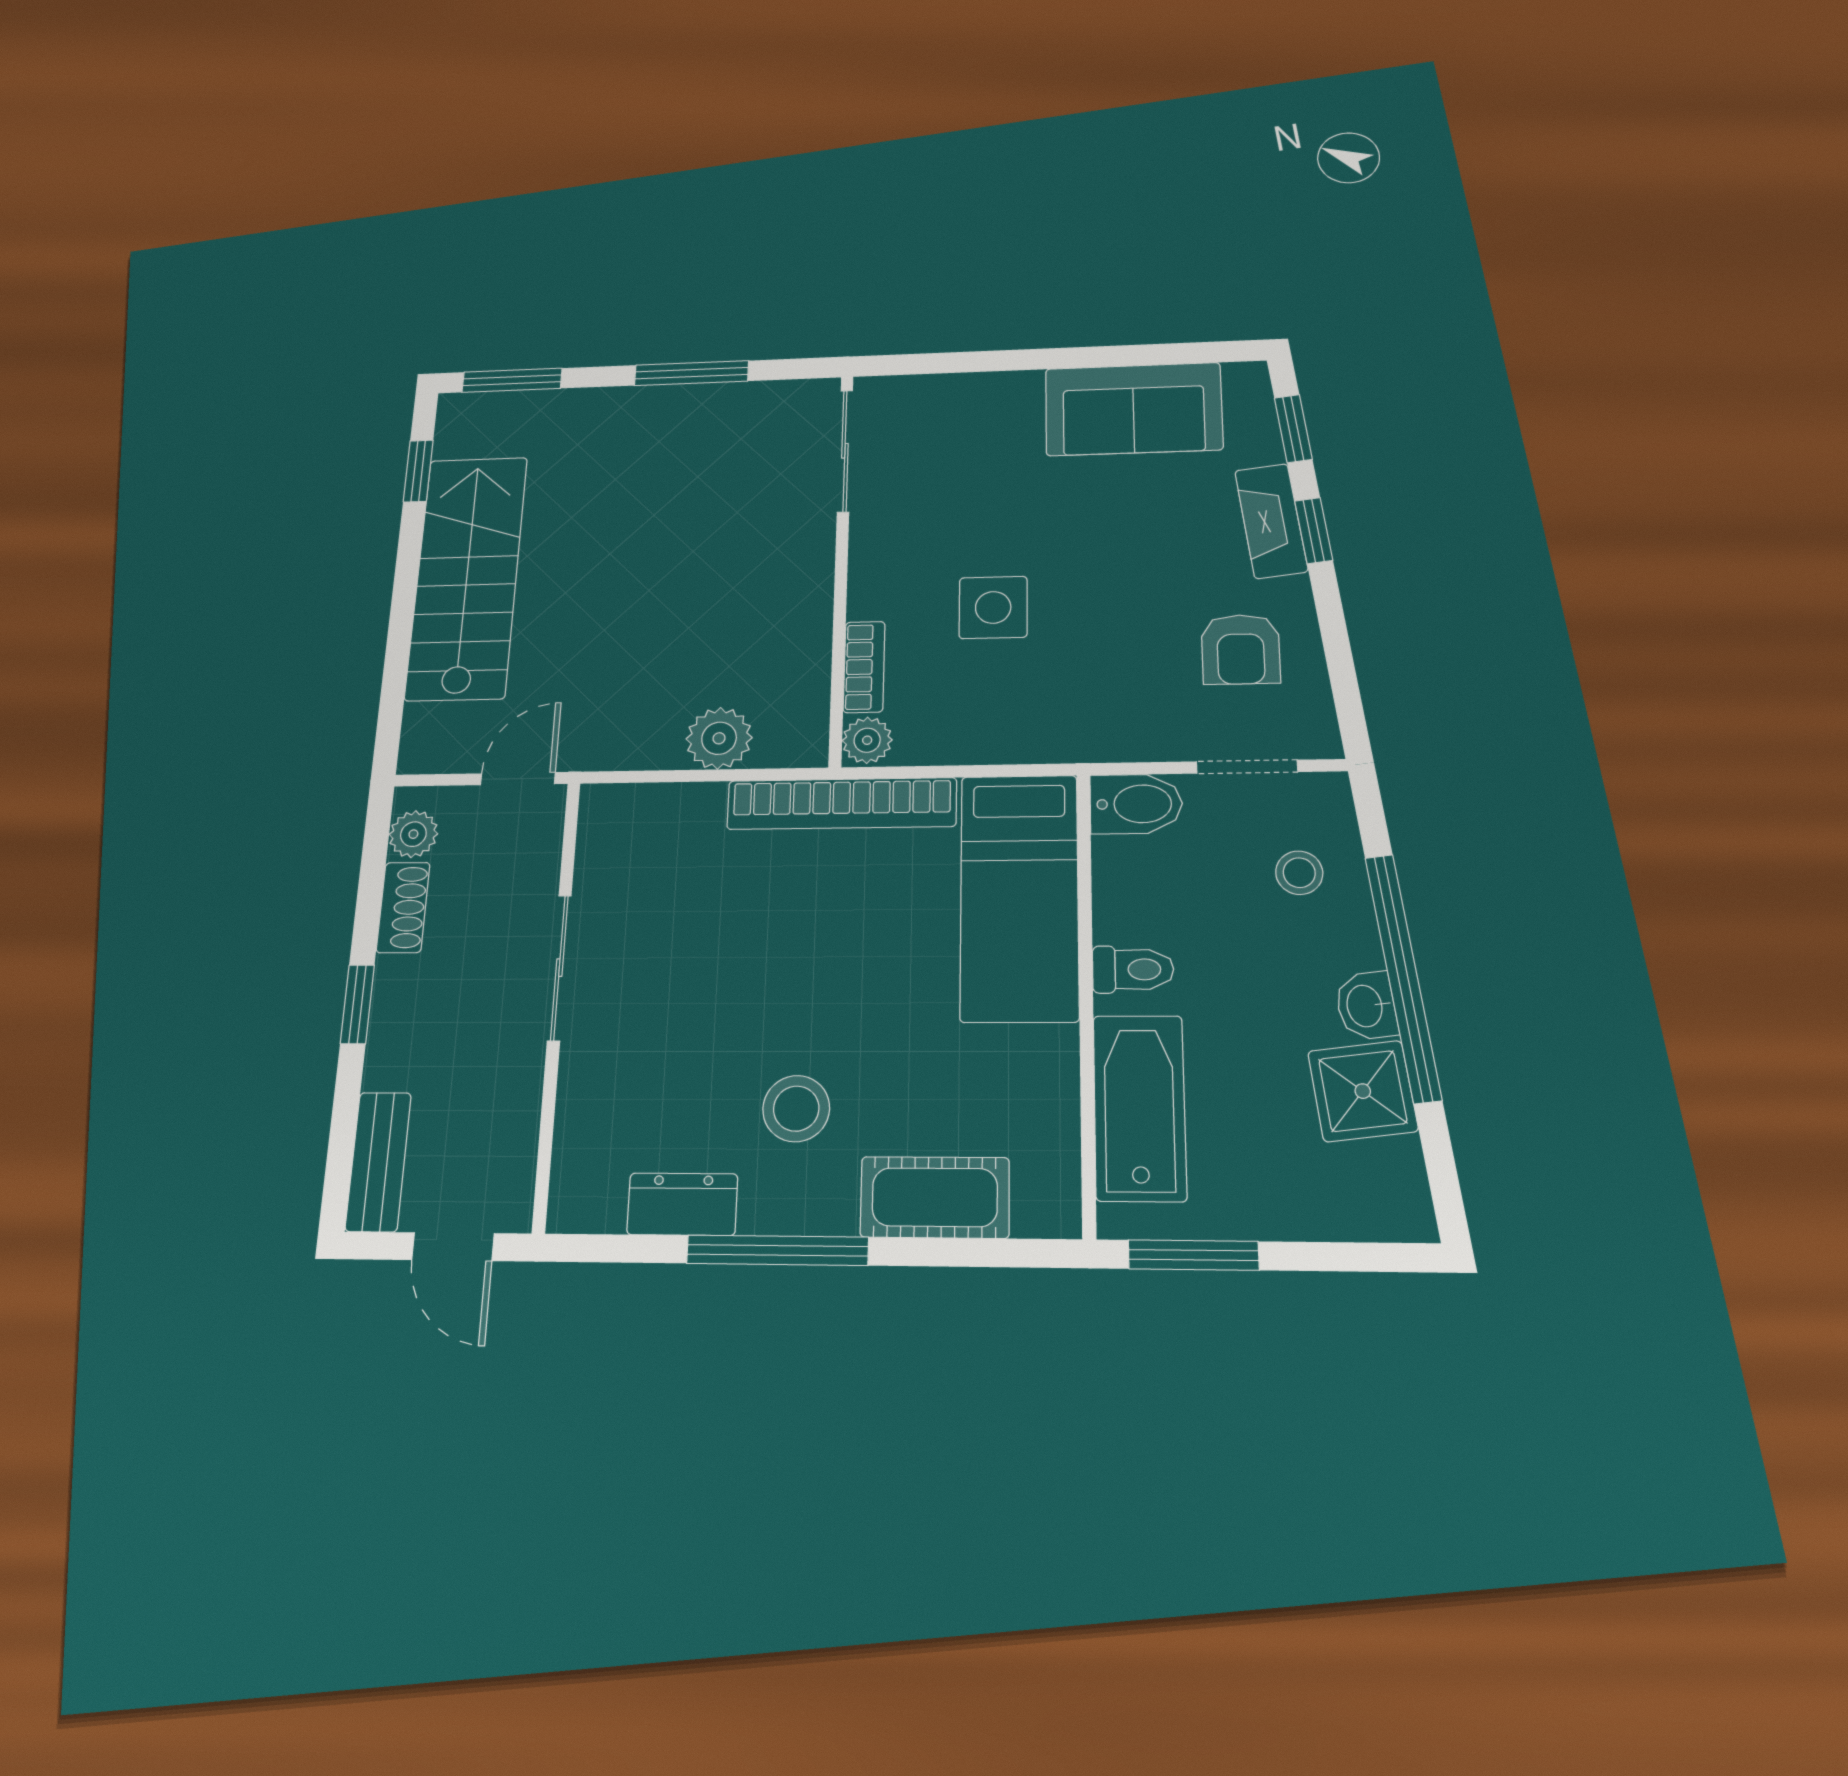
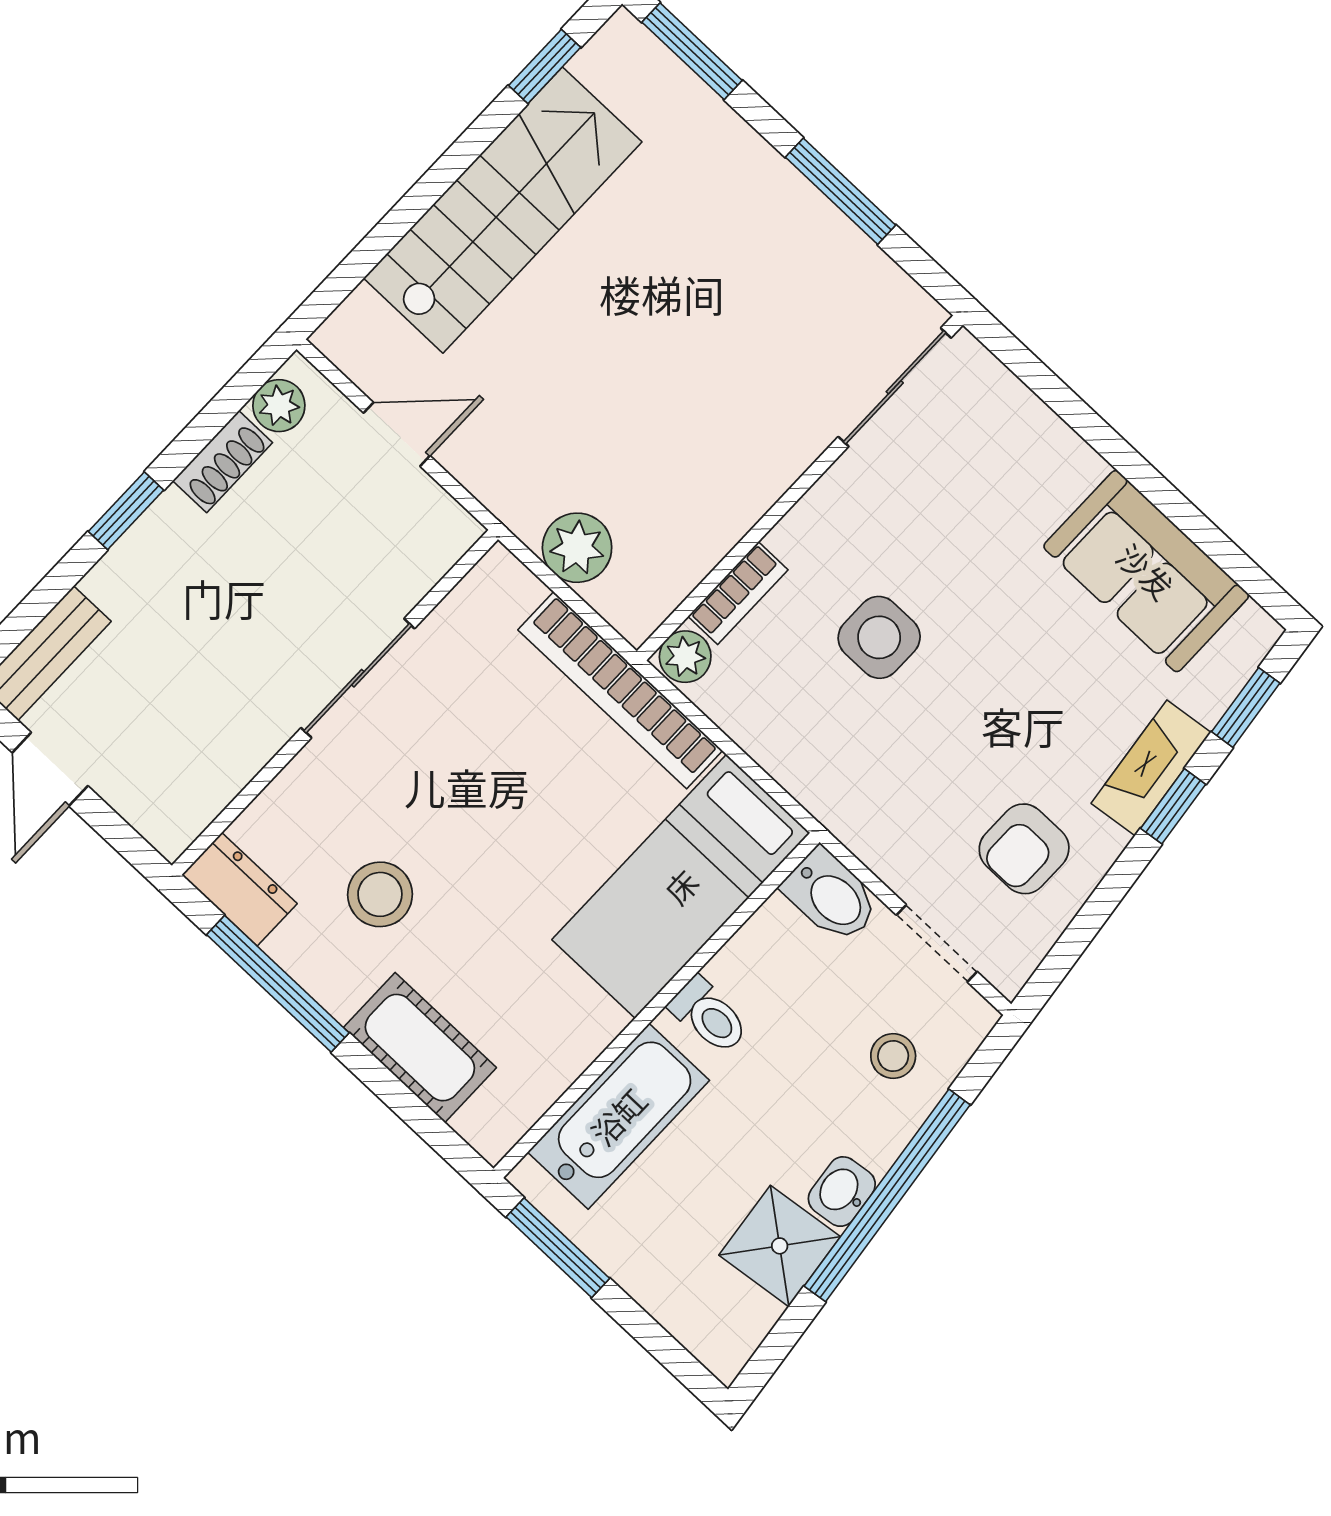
sliding door: (559, 968) -> (358, 678), moved
wall: (557, 1000) -> (335, 702), moved

